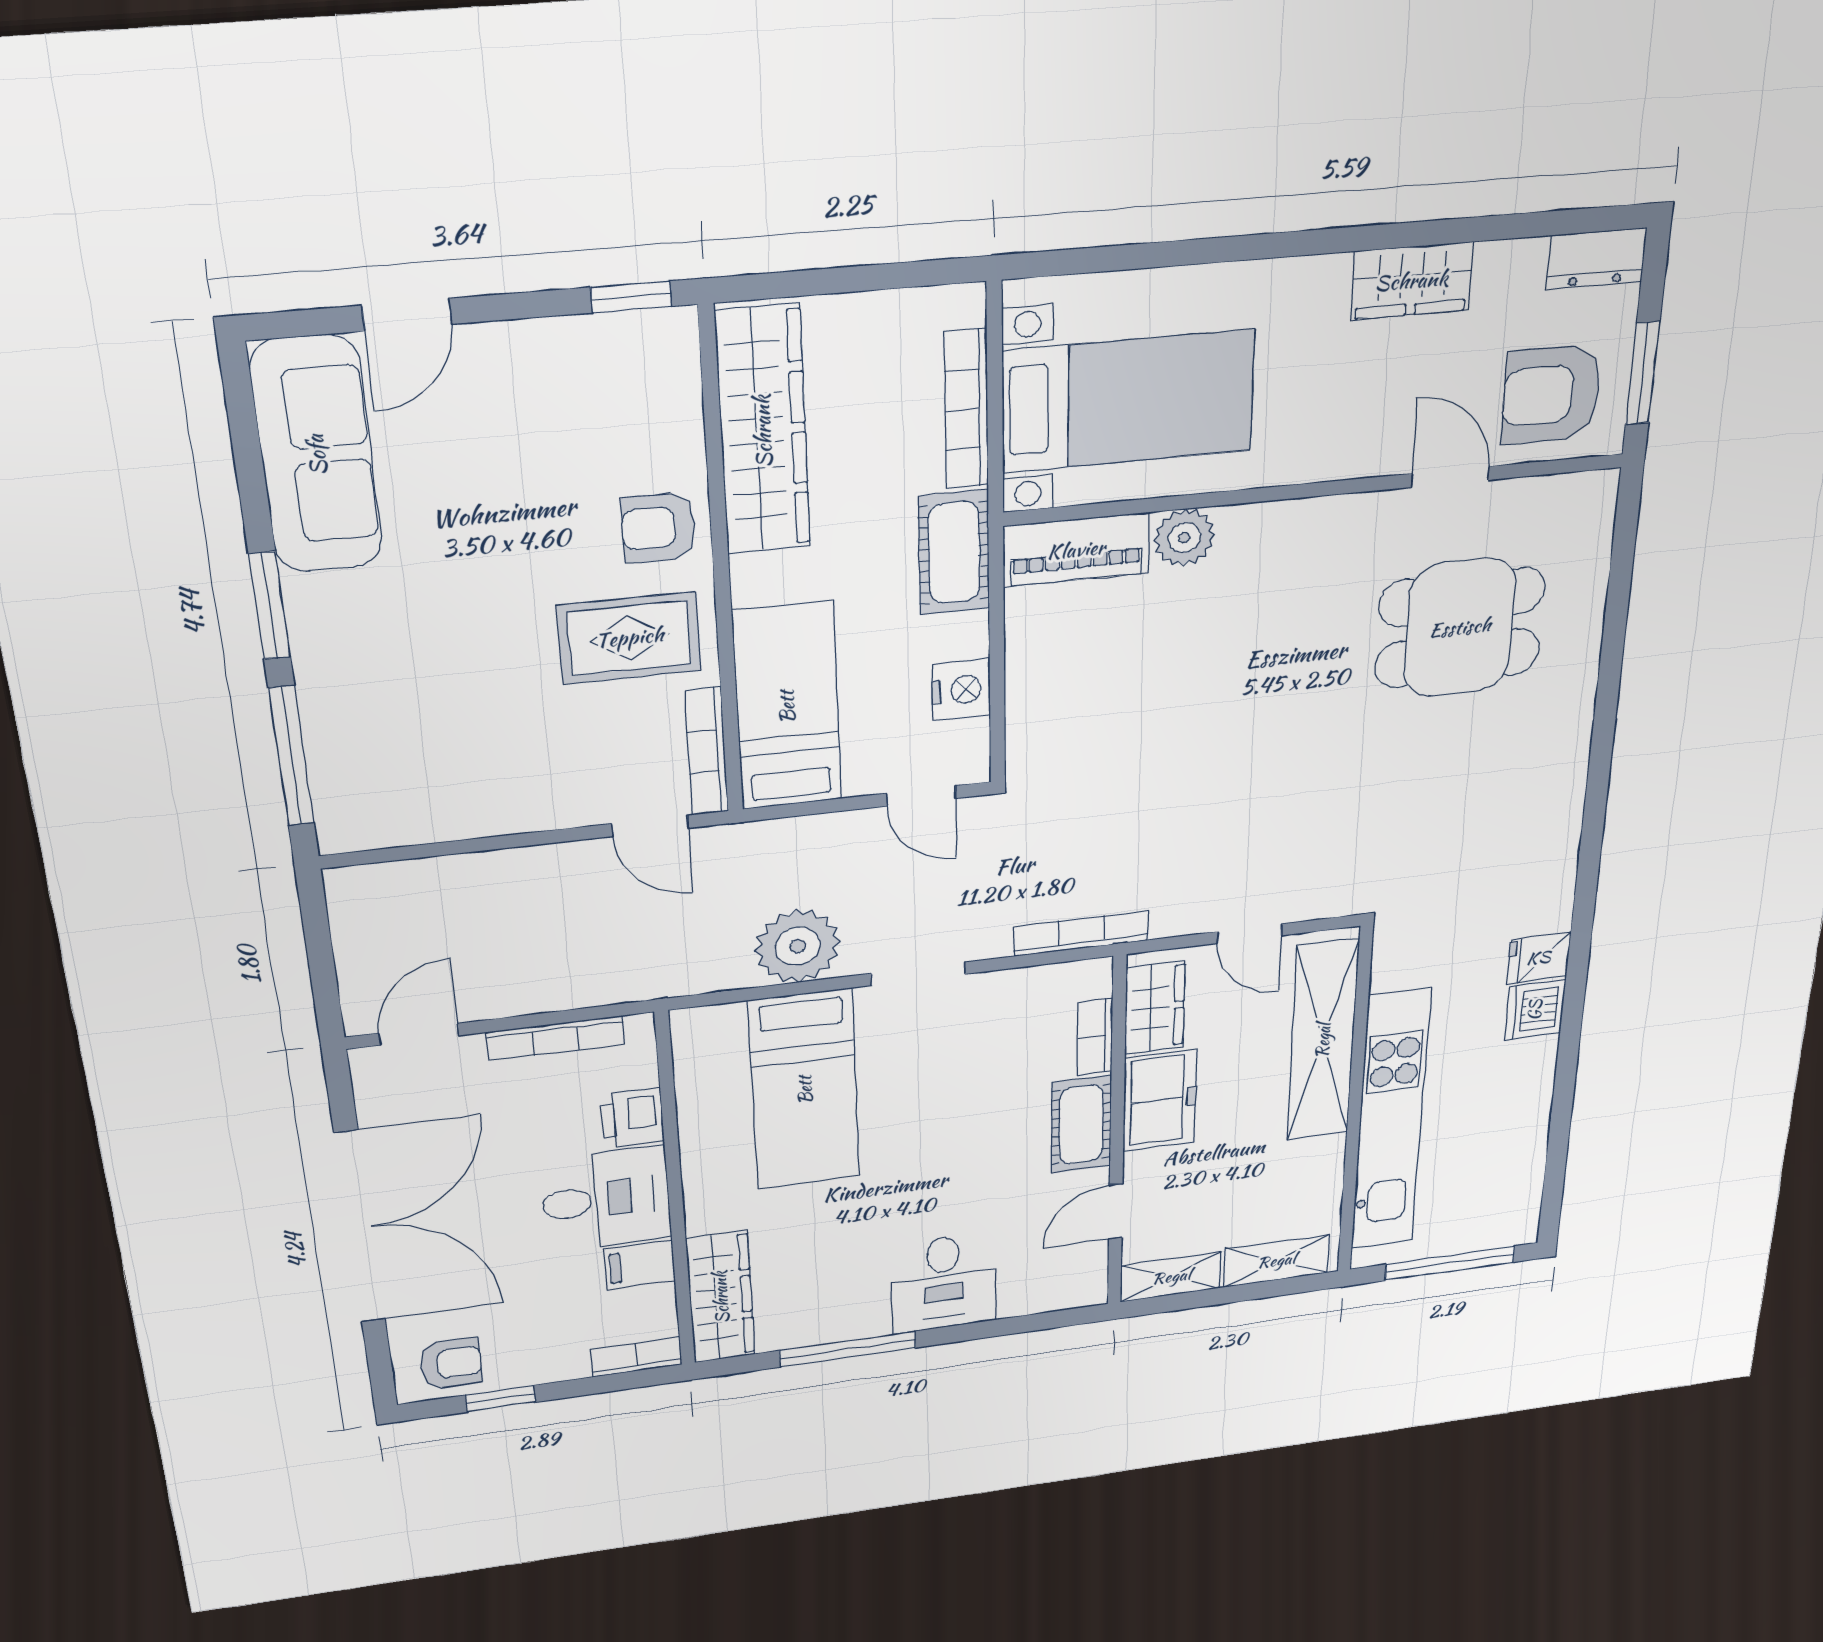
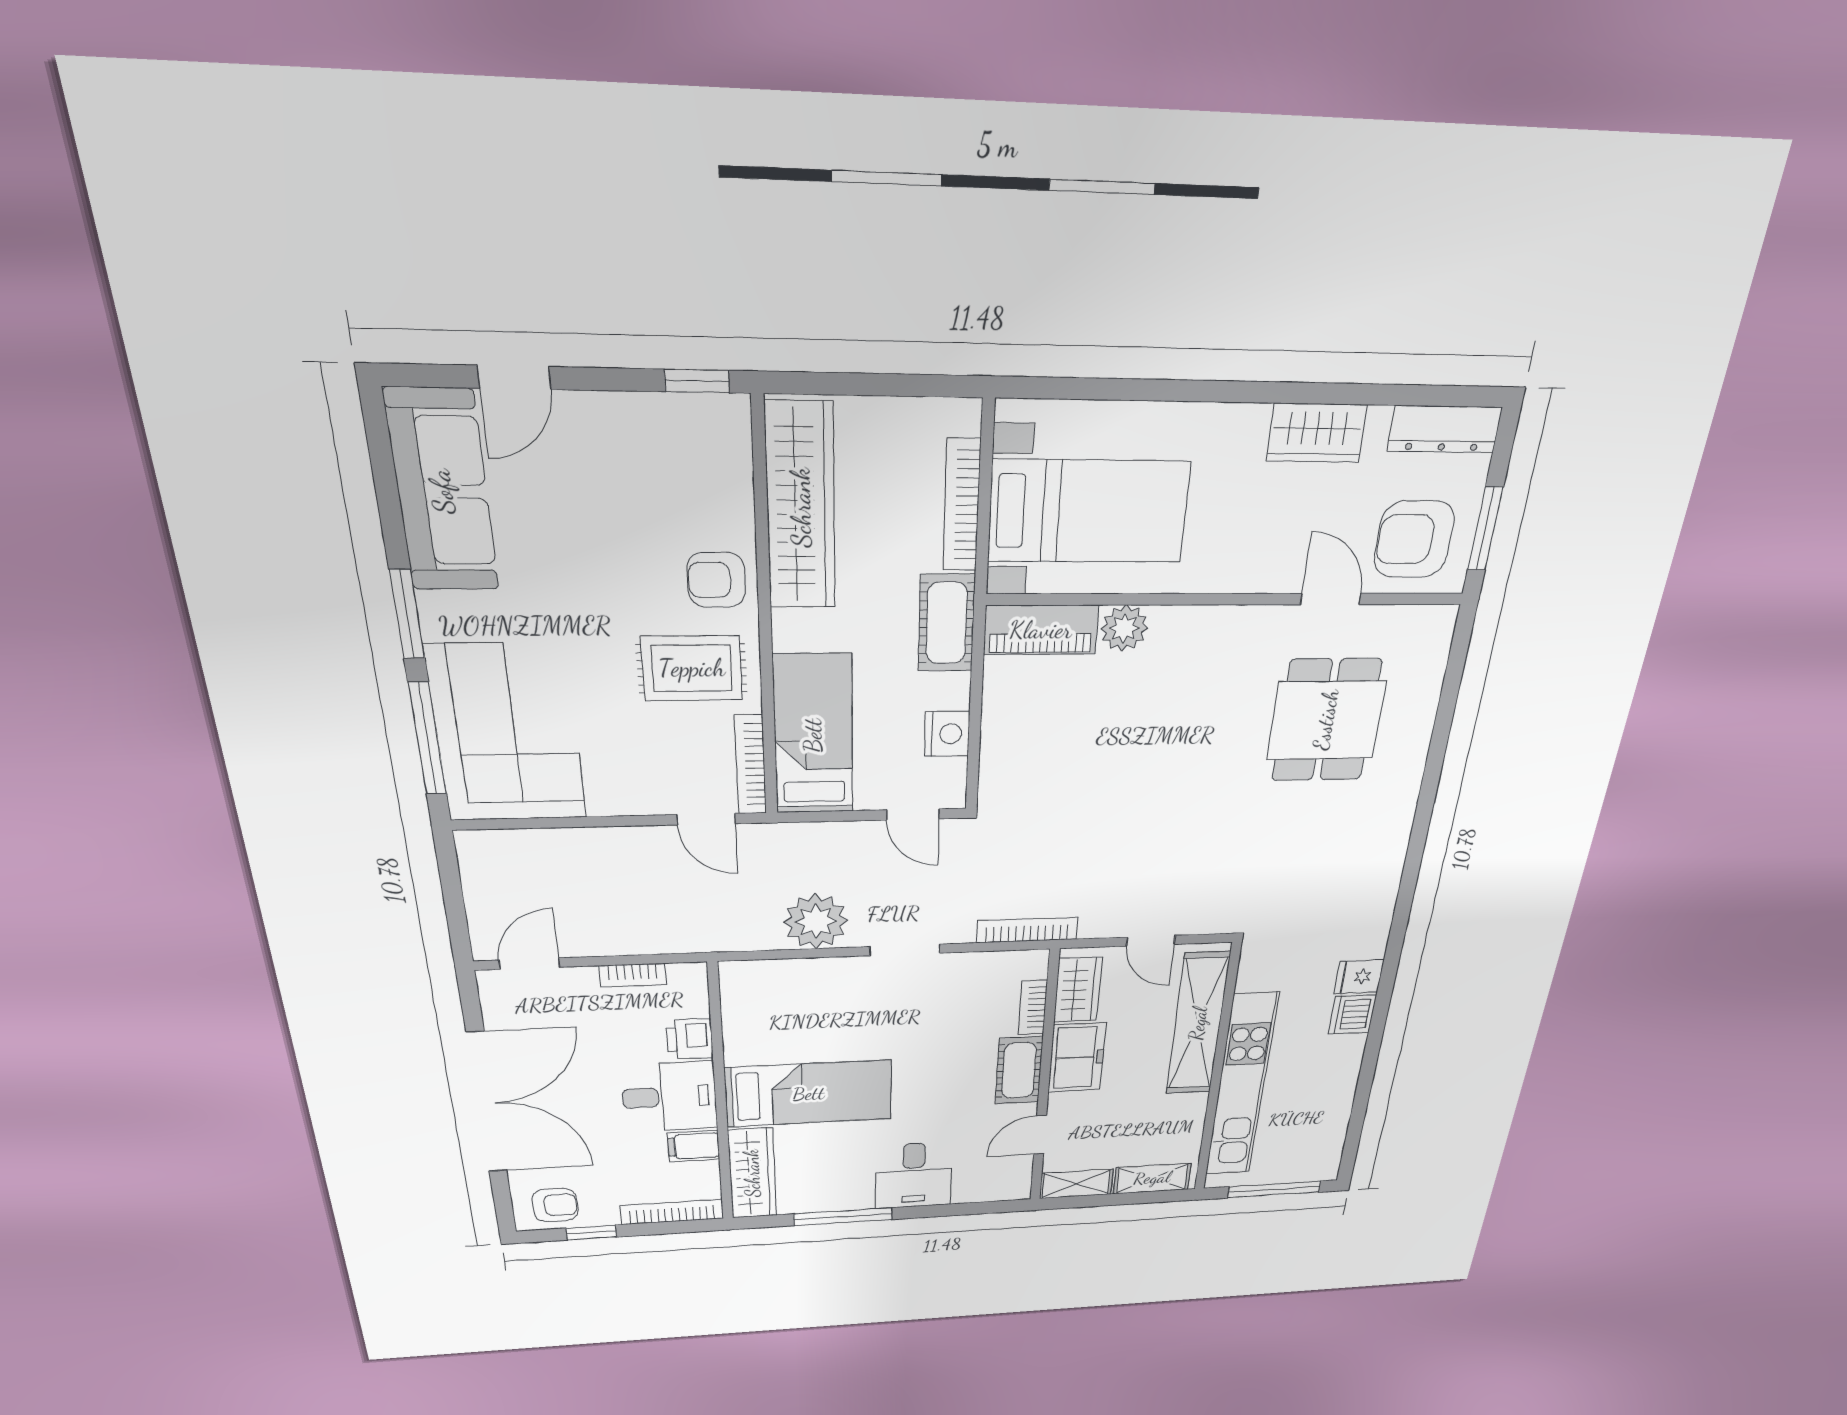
dresser: (1597, 259) -> (1445, 429), width x1.44
dining table: (1460, 628) -> (1326, 720), turned 90
corner sofa: (393, 740) -> (507, 733), added
bookcase: (555, 1038) -> (633, 975), width x0.64
bed: (805, 1090) -> (809, 1094), moved, turned -90
bookcase: (636, 1357) -> (672, 1212), width x1.56

